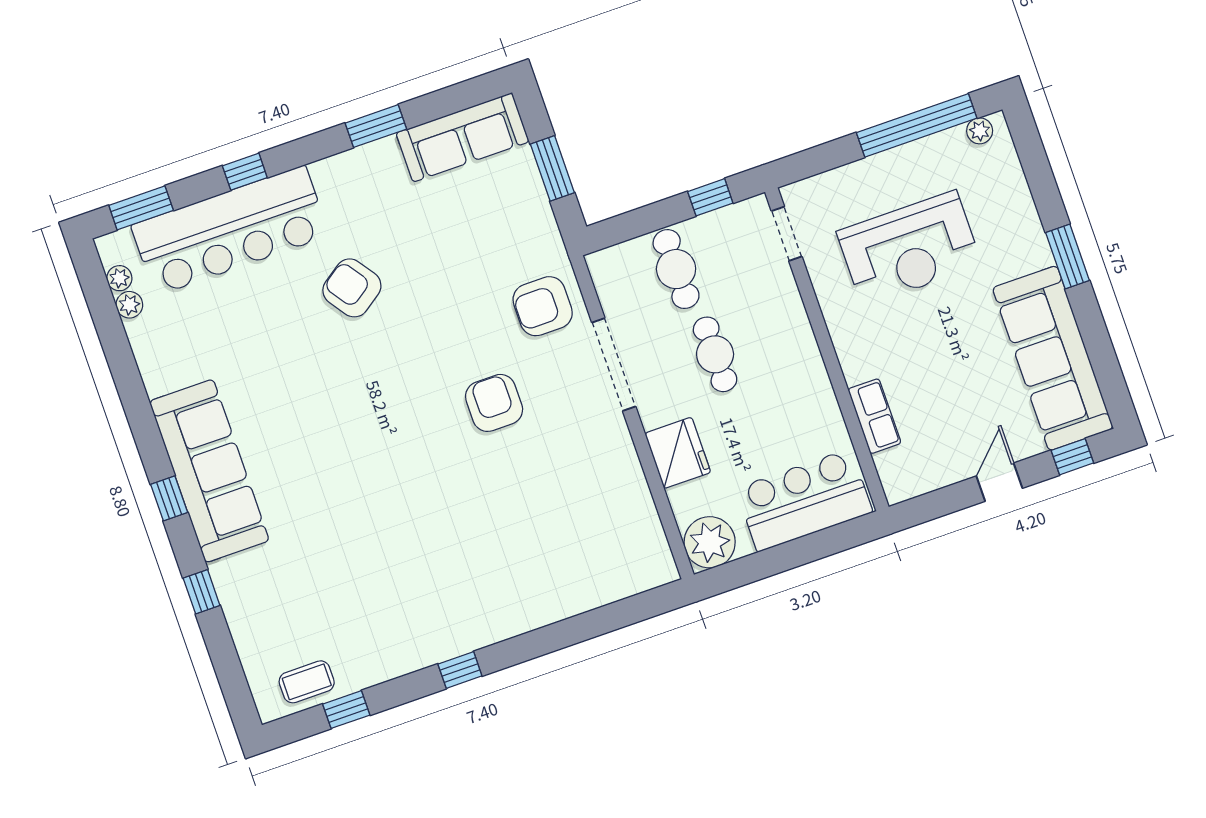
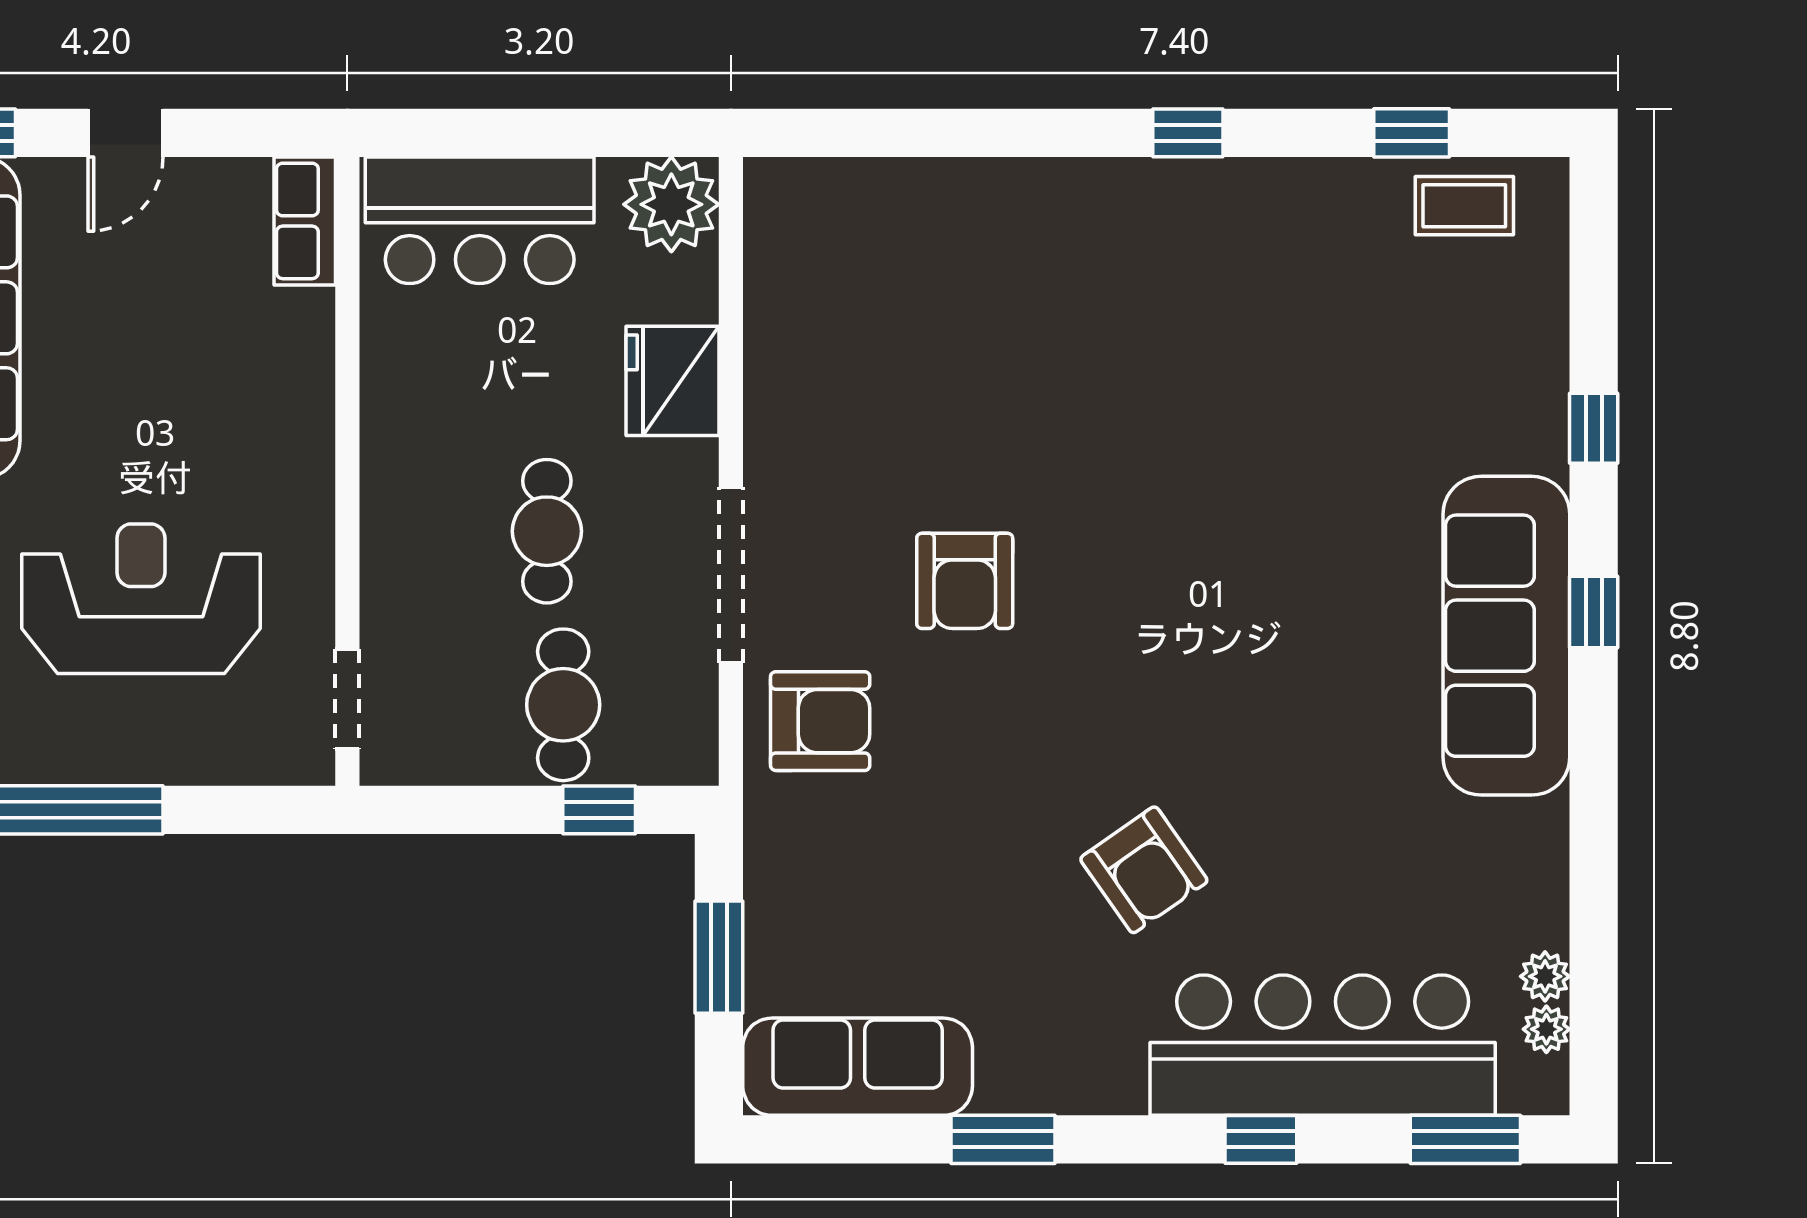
window: (710, 197) -> (599, 810), moved
row of seats: (874, 416) -> (305, 221), moved

